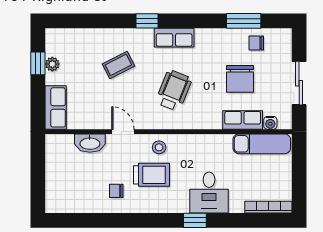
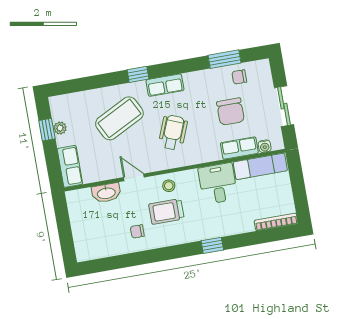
coffee table: (118, 65) -> (119, 118), width x1.86, depth x1.72
trolley: (151, 175) -> (166, 212), turned 180
desk: (209, 192) -> (218, 184), moved, turned 180

